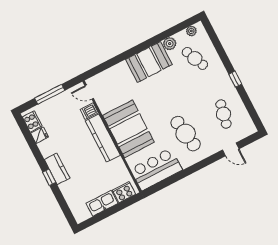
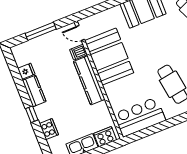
cooker: (32, 121) -> (49, 129), moved
booth: (128, 129) -> (109, 57), moved
kitchen counter: (57, 169) -> (34, 91), moved

